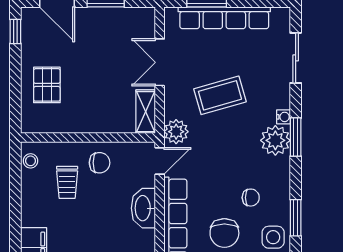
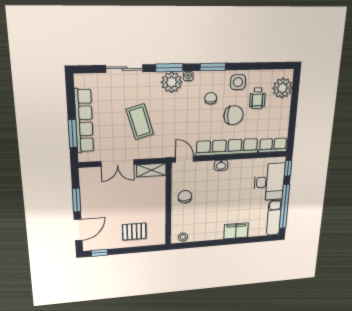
sliding door: (296, 58) -> (125, 69), moved
water cooler: (283, 117) -> (188, 76), moved
plant: (176, 132) -> (165, 150), removed
trolley: (67, 182) -> (197, 215), removed
washbasin: (143, 208) -> (221, 165), width x0.52, depth x0.69
window: (296, 218) -> (213, 67), moved

